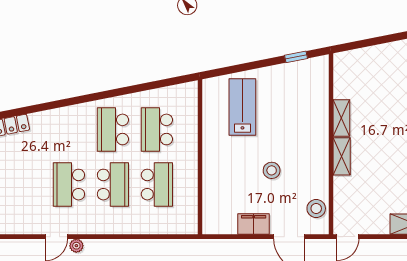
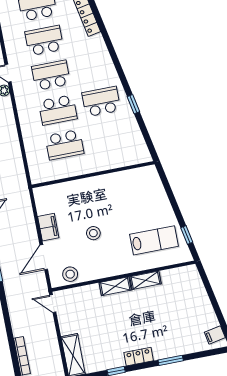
window: (124, 91) -> (133, 104), added
lab bench: (242, 107) -> (154, 240), moved
school desk: (157, 129) -> (44, 41), moved

